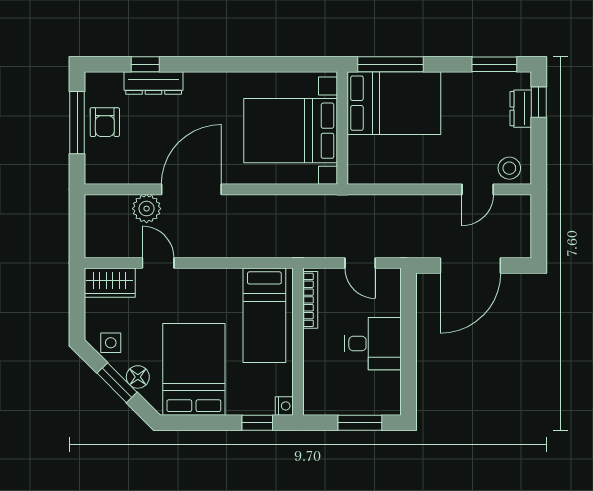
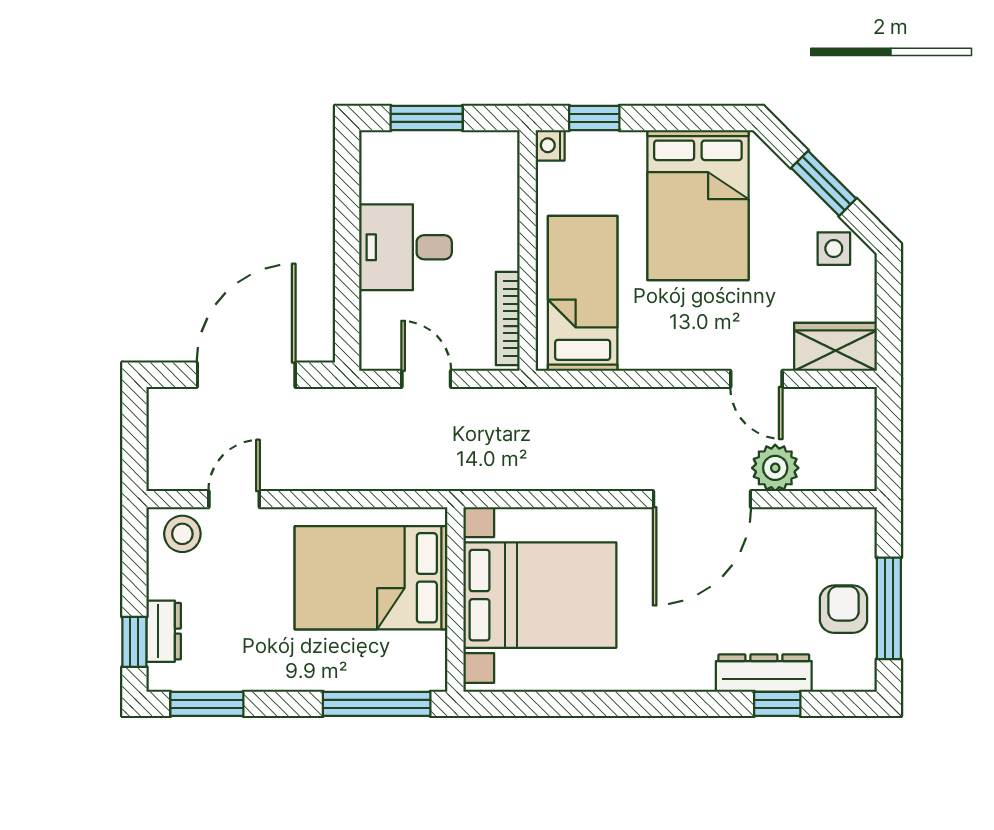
bed: (394, 103) -> (371, 578), moved
floor lamp: (138, 377) -> (790, 193), removed

